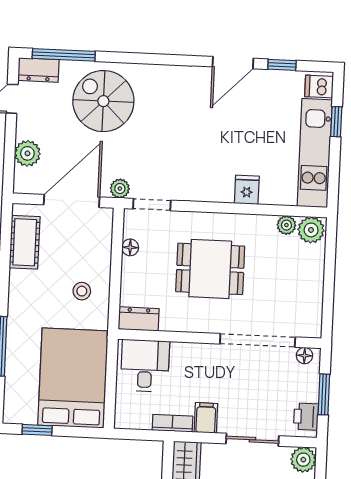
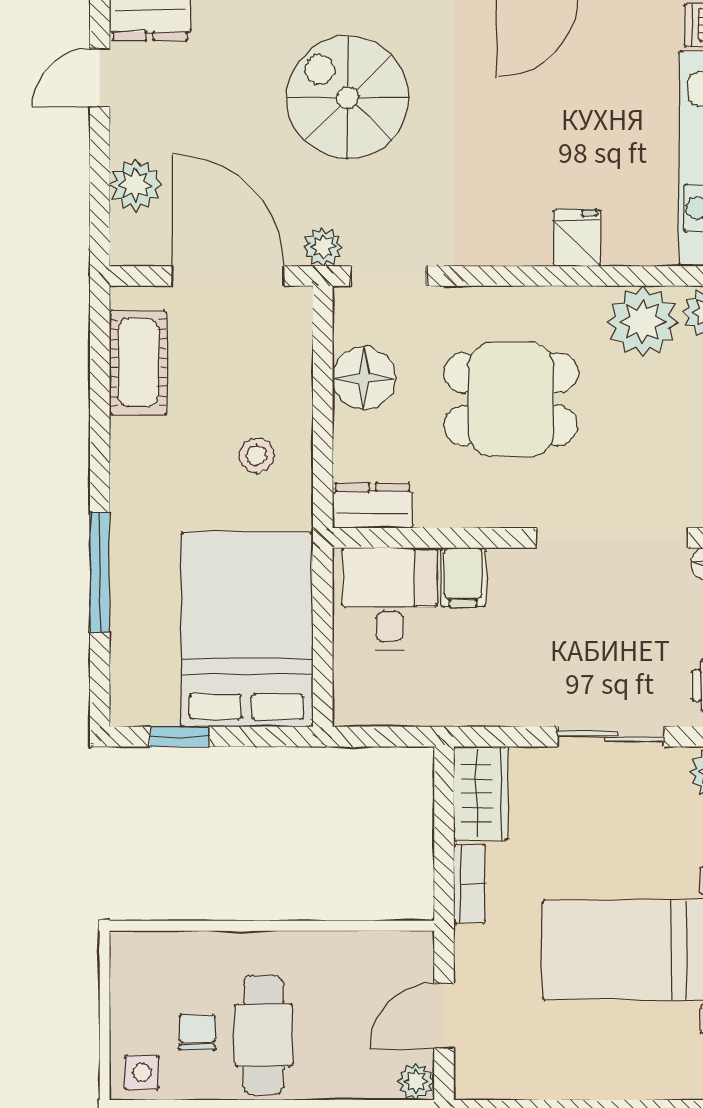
spiral stairs: (103, 101) -> (348, 98), moved
door: (72, 201) -> (228, 276), hinge flipped
plant: (286, 225) -> (643, 322), width x1.87, depth x1.87
floor lamp: (130, 247) -> (364, 378), width x1.89, depth x1.89
filing cabinet: (206, 418) -> (463, 577), moved, turned 180
bookcase: (172, 423) -> (450, 711), removed

